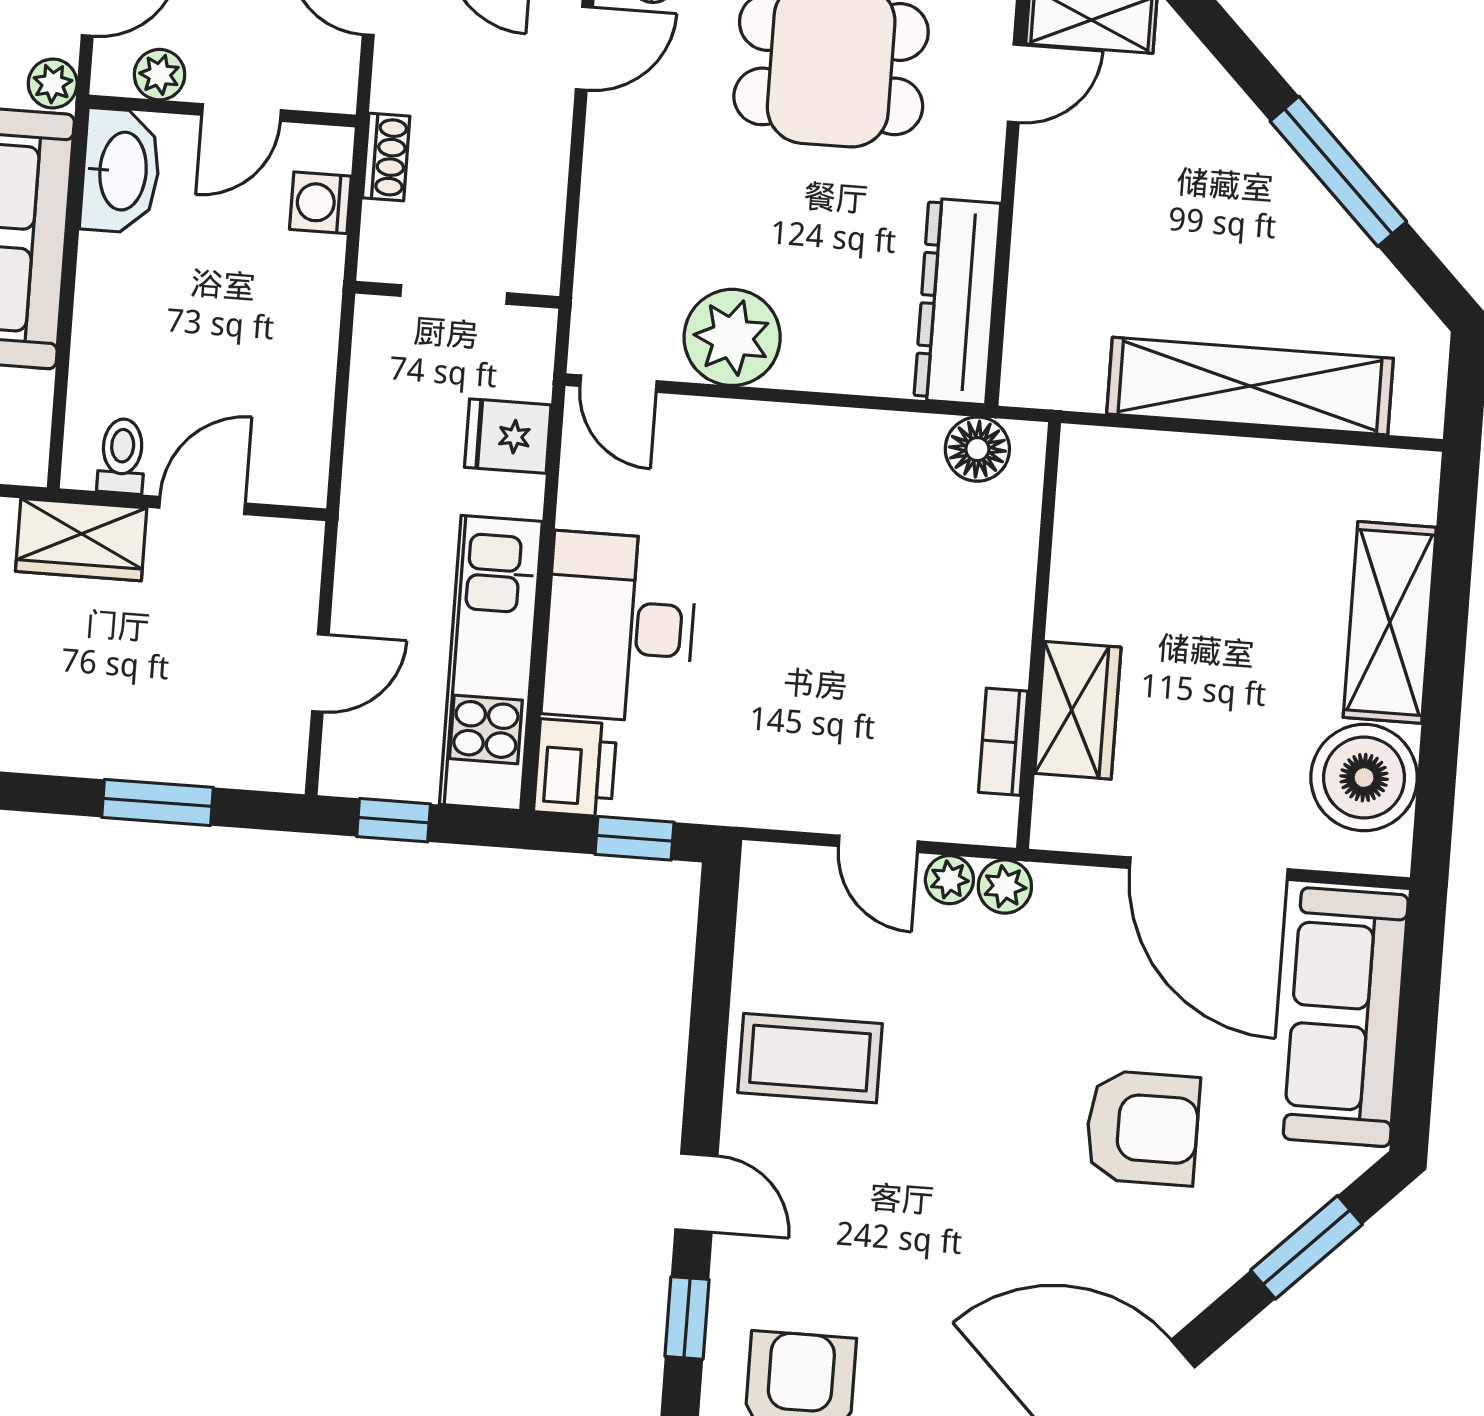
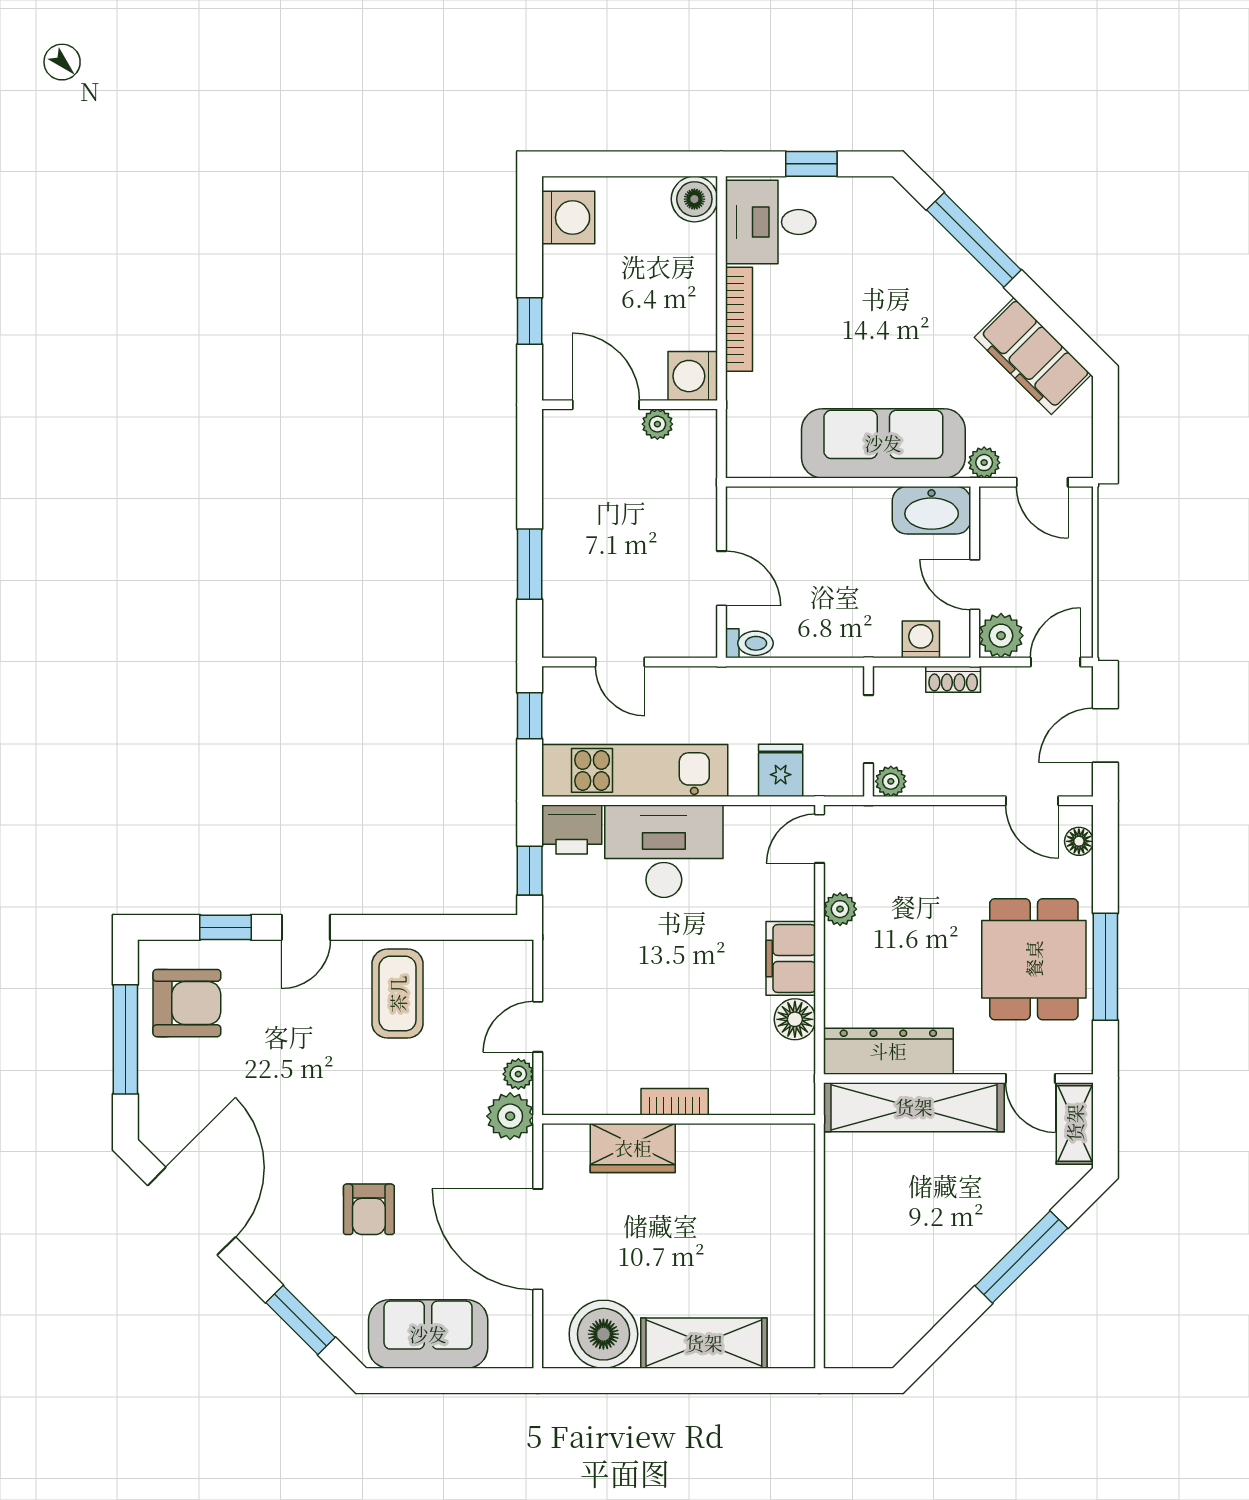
plant: (160, 75) -> (1001, 636), moved, width x1.38, depth x1.38
window: (1338, 171) -> (1021, 1257), moved
plant: (538, 266) -> (891, 781), added
plant: (732, 337) -> (840, 909), width x0.53, depth x0.53
shelving: (1250, 386) -> (914, 1107), moved, turned 90
filing cabinet: (802, 442) -> (791, 958), added
floor lamp: (977, 449) -> (795, 1019), moved
toilet: (122, 456) -> (749, 643), moved
wardrobe: (81, 540) -> (694, 503), removed
bookcase: (1003, 742) -> (675, 1102), moved
door: (1209, 869) -> (538, 1239), hinge flipped
plant: (1005, 886) -> (510, 1116), width x1.38, depth x1.38
sofa: (1346, 1017) -> (428, 1334), width x0.73
armchair: (1142, 1128) -> (369, 1209), width x0.72, depth x0.72

